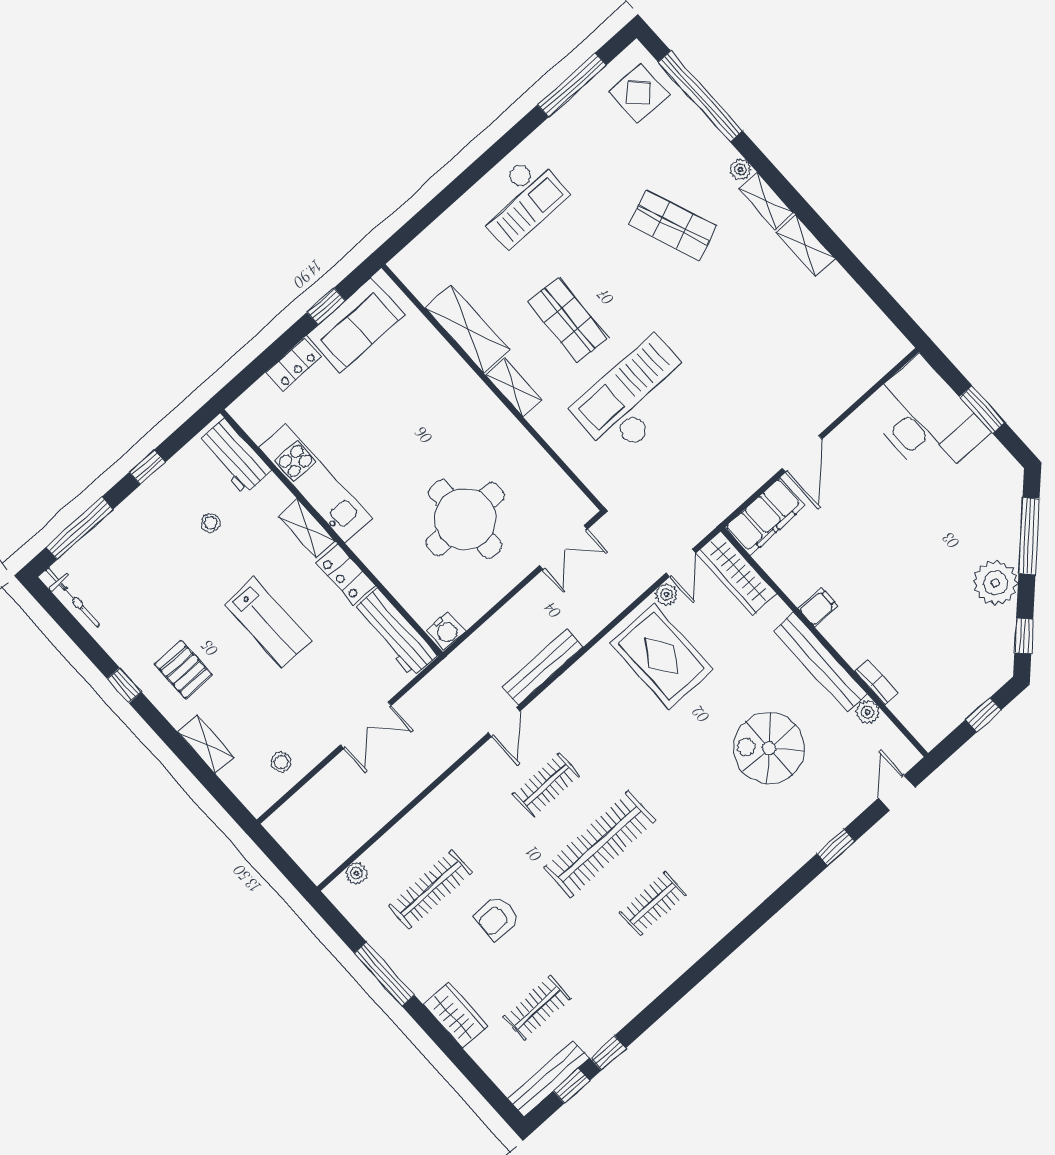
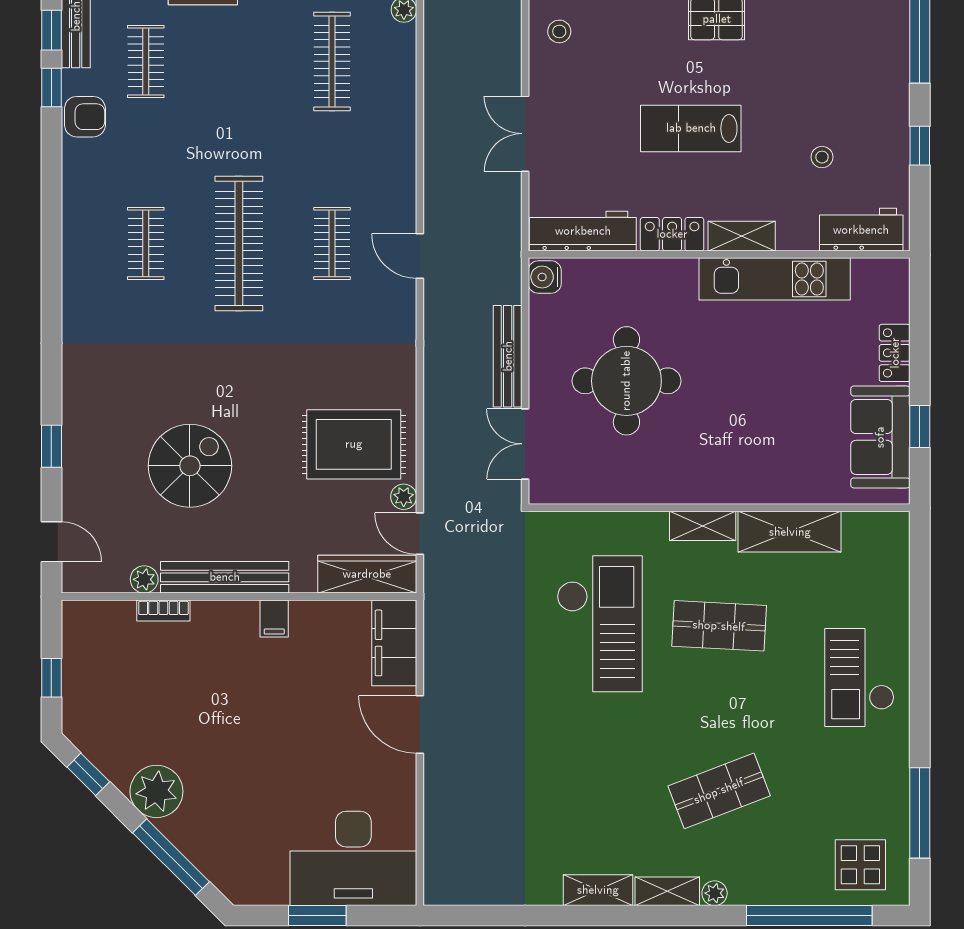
bench: (543, 667) -> (508, 356), moved
armchair: (497, 918) -> (85, 117), moved, turned 90

